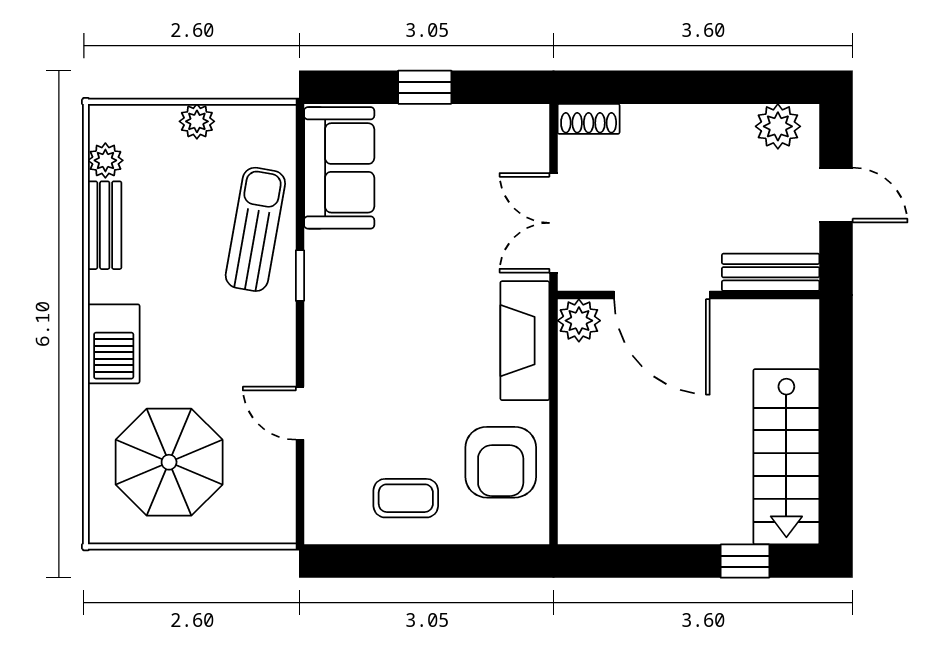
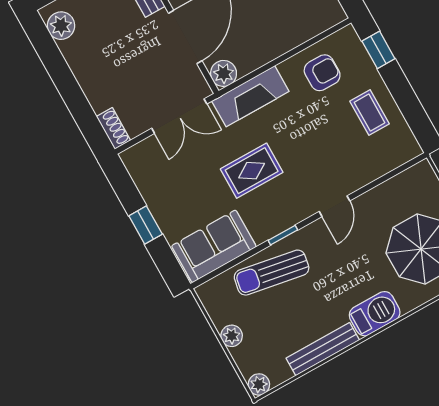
plant: (105, 160) -> (259, 384), moved
bench: (105, 225) -> (323, 349), width x1.36
rug: (417, 283) -> (252, 171), added
door: (300, 413) -> (334, 206), moved
armchair: (501, 462) -> (322, 73), width x0.72, depth x0.72
window: (488, 561) -> (378, 50), added

